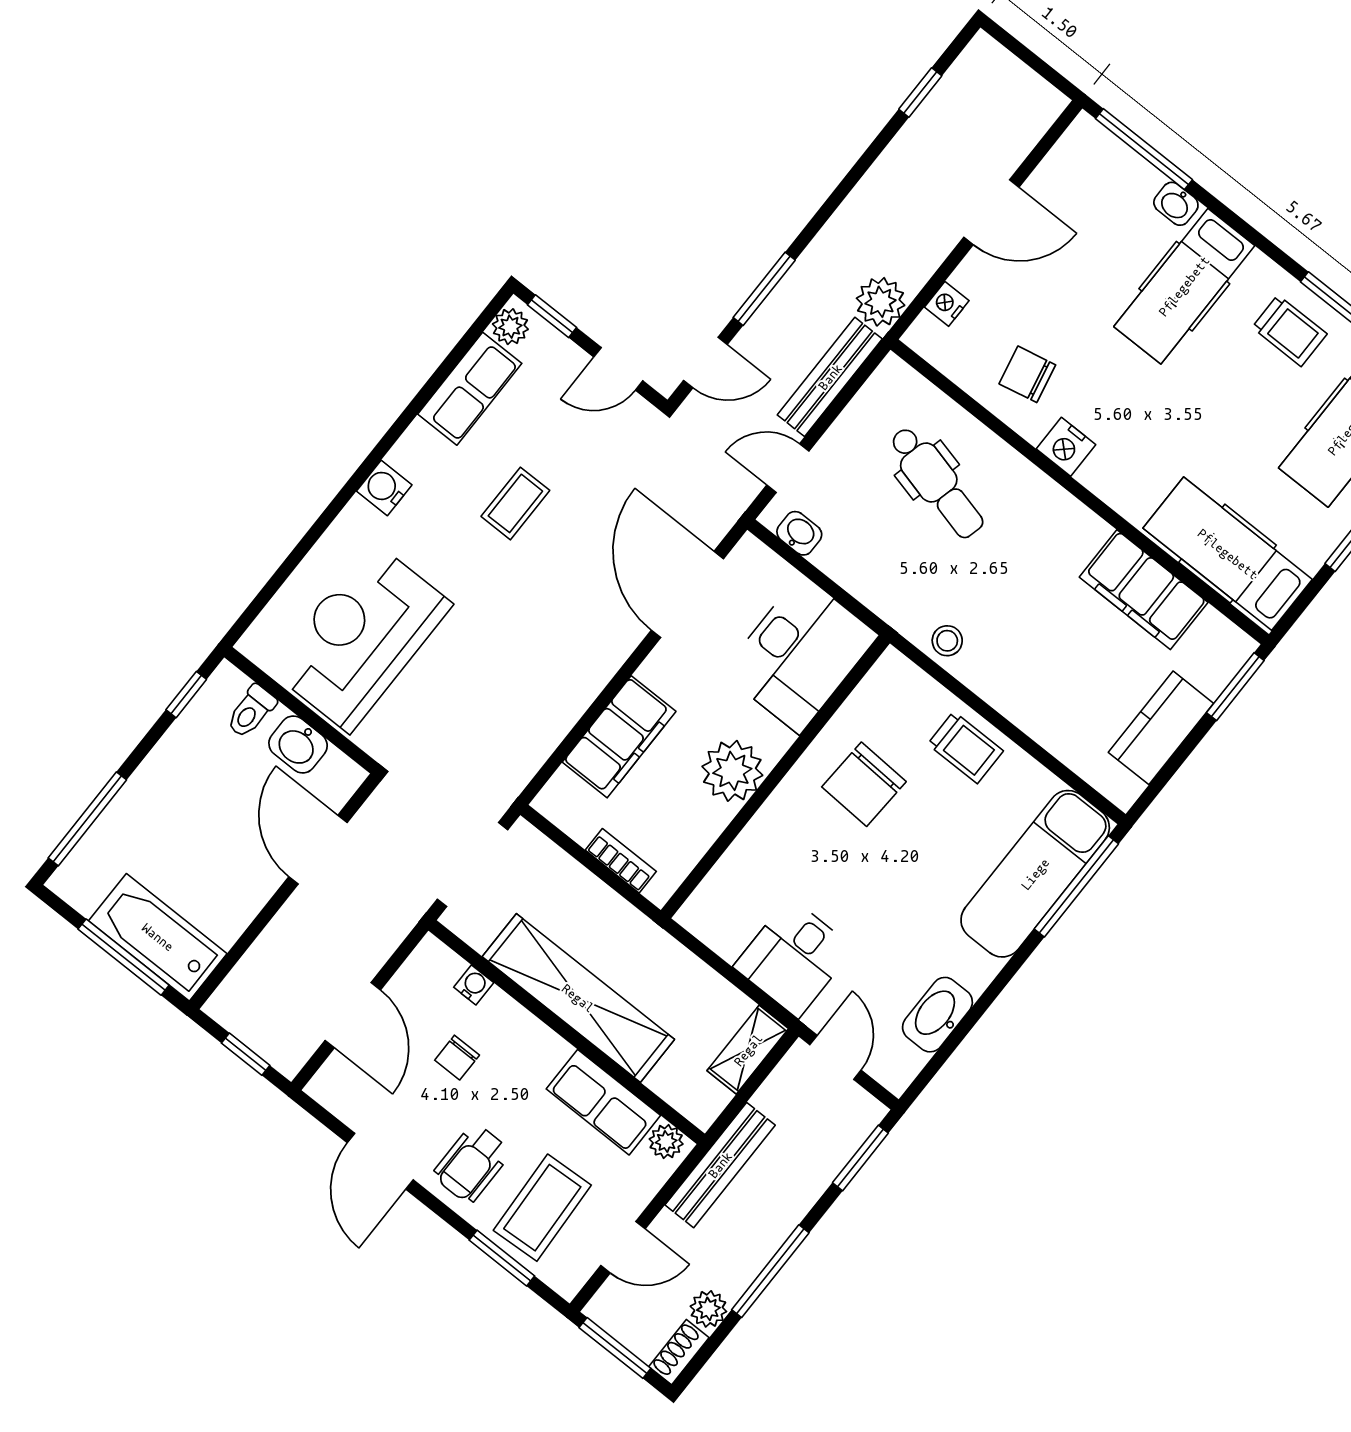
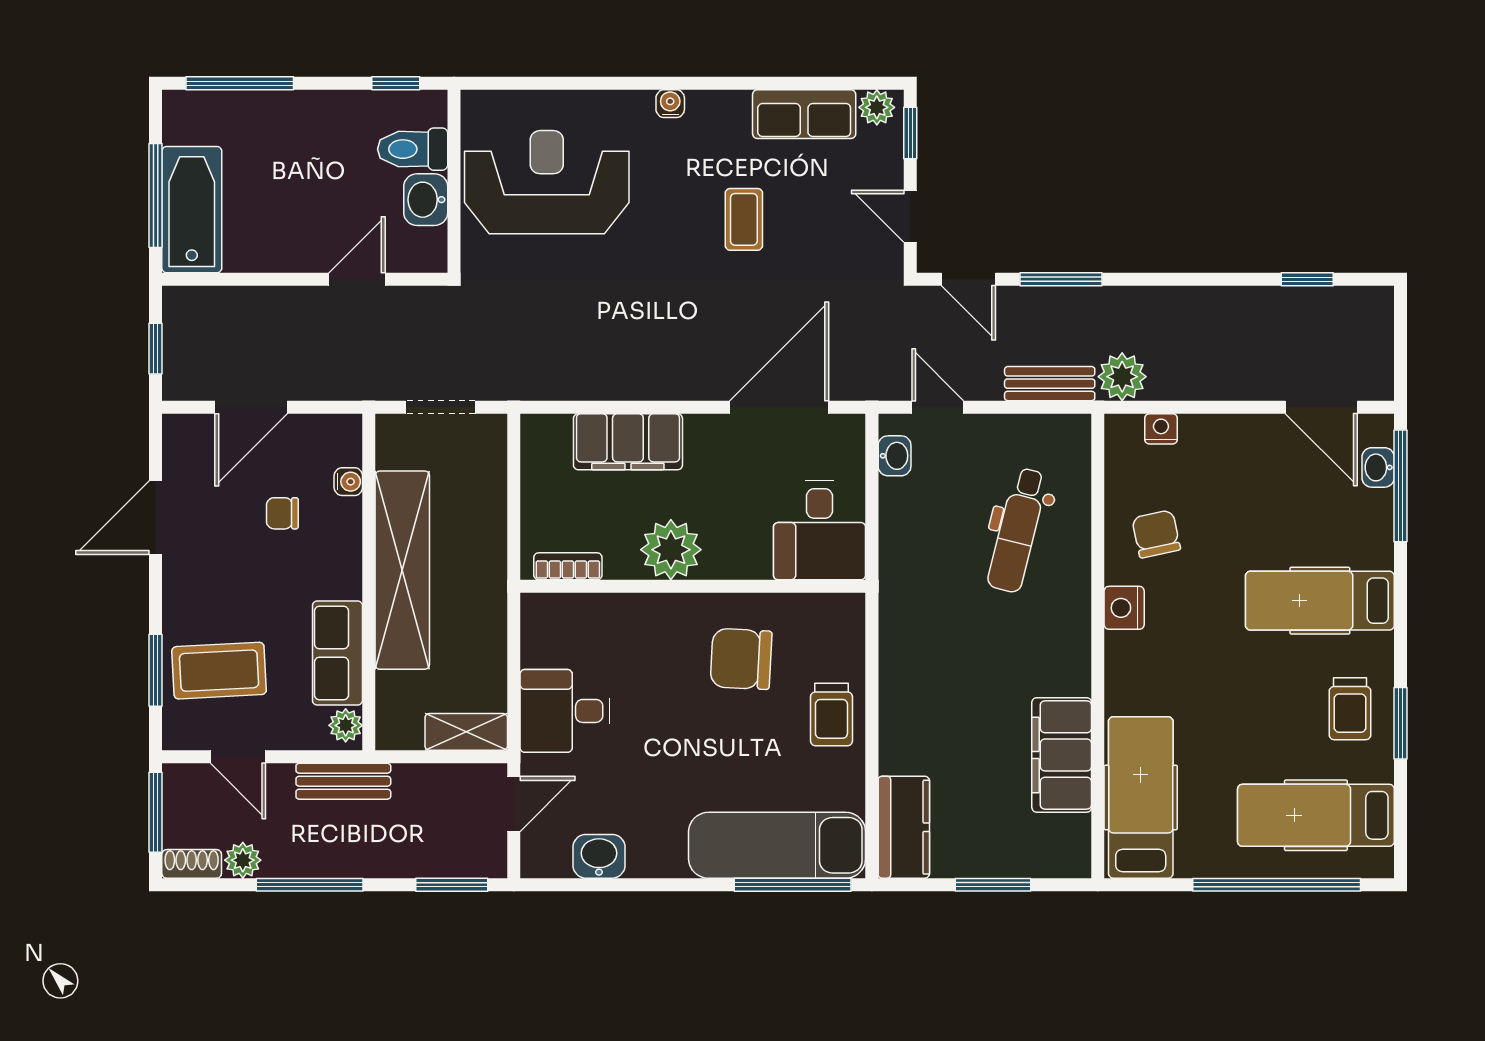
washbasin: (1176, 204) -> (1378, 467), moved
door: (991, 212) -> (1321, 407), moved
bench: (830, 377) -> (1050, 384), width x0.73
water cooler: (384, 488) -> (670, 104), width x0.72, depth x0.72
coffee table: (515, 503) -> (744, 219), turned 90
stool: (947, 641) -> (902, 635), removed
desk: (800, 654) -> (820, 530), width x0.73
window: (1235, 687) -> (993, 885), moved
toilet: (251, 711) -> (413, 149), width x1.37, depth x1.39
kitchen counter: (1161, 728) -> (904, 827), moved, turned 90
door: (318, 850) -> (357, 279), width x0.73
bookcase: (621, 861) -> (568, 566), moved, turned -90
doorway: (473, 865) -> (440, 407), width x0.73
washbasin: (937, 1015) -> (599, 856), width x0.72
wheelchair: (472, 1163) -> (210, 589), removed
bench: (720, 1165) -> (343, 781), width x0.73

